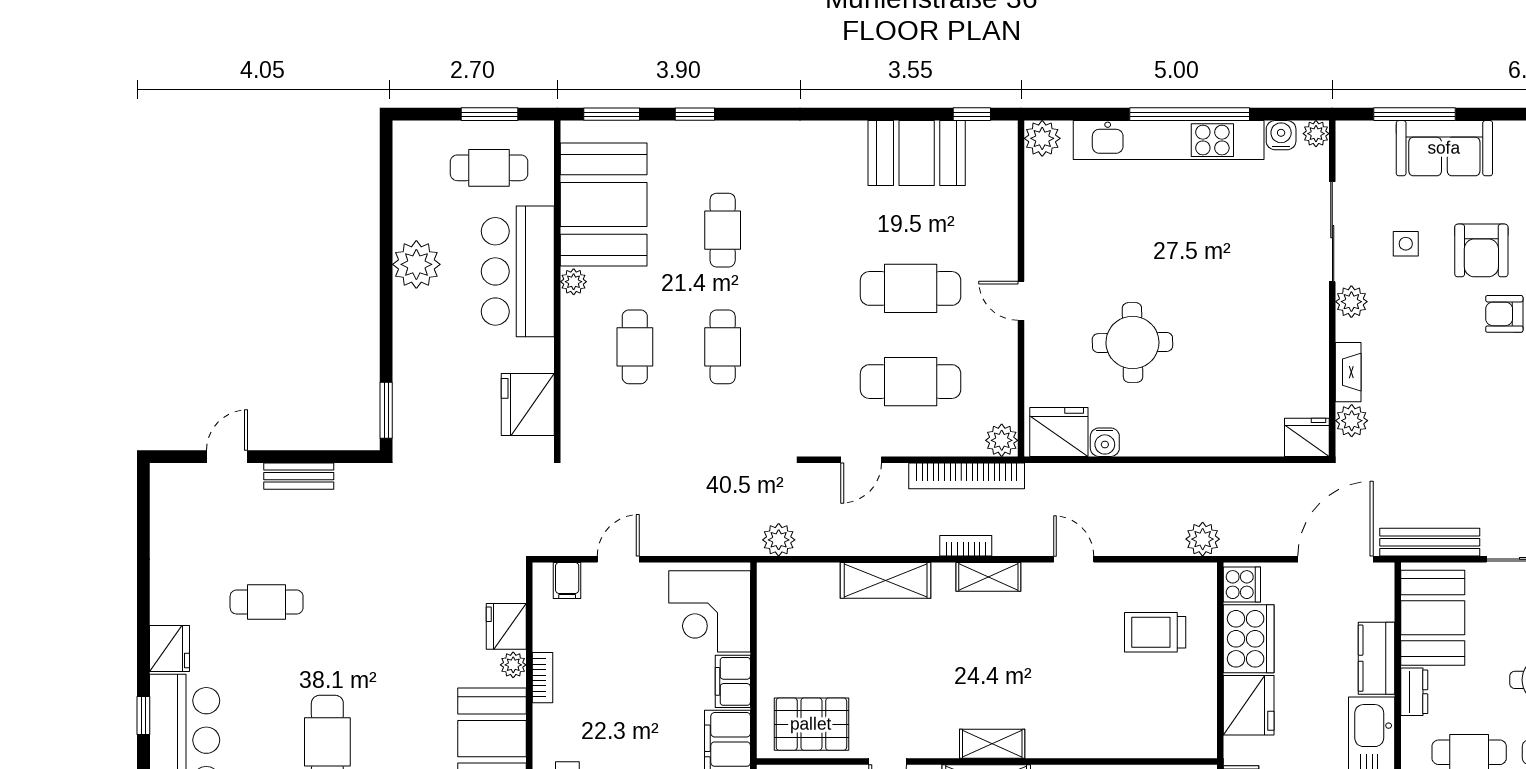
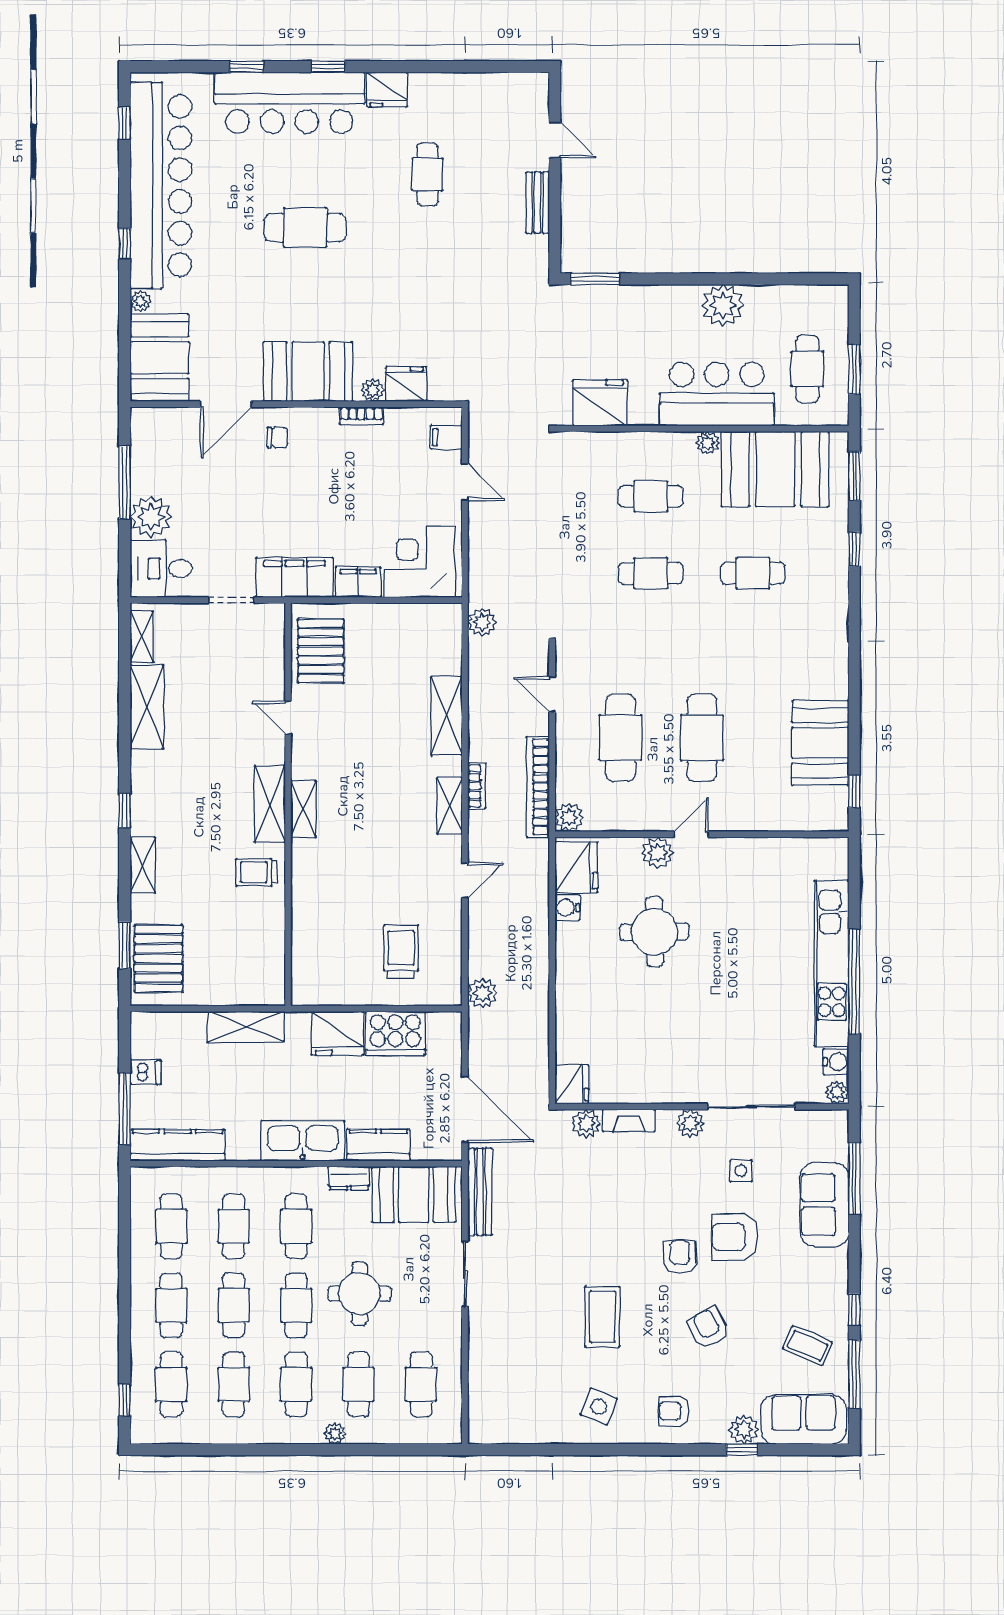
plant: (1042, 138) -> (658, 853), moved
cooker: (1242, 585) -> (443, 1028), removed

